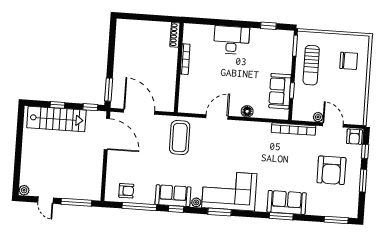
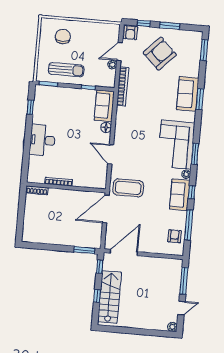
sofa: (280, 91) -> (104, 106), moved, turned 90
door: (139, 112) -> (106, 209), moved
armchair: (354, 137) -> (130, 33), turned 90
armchair: (331, 170) -> (160, 54), turned -46

